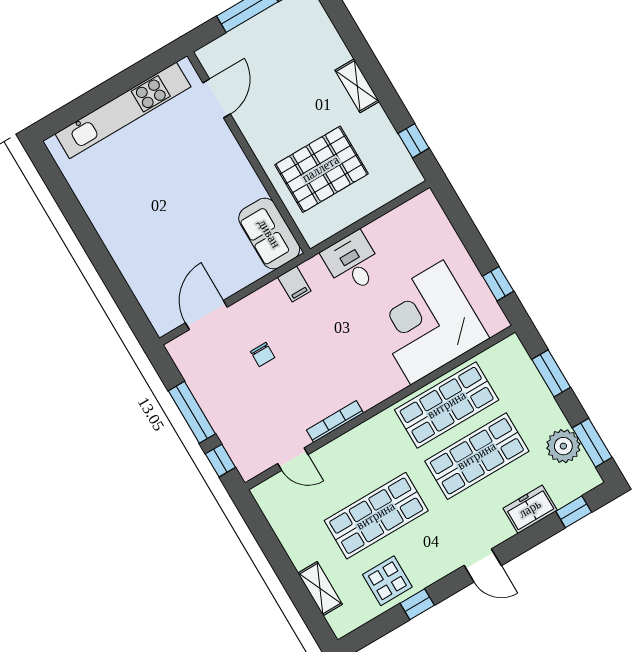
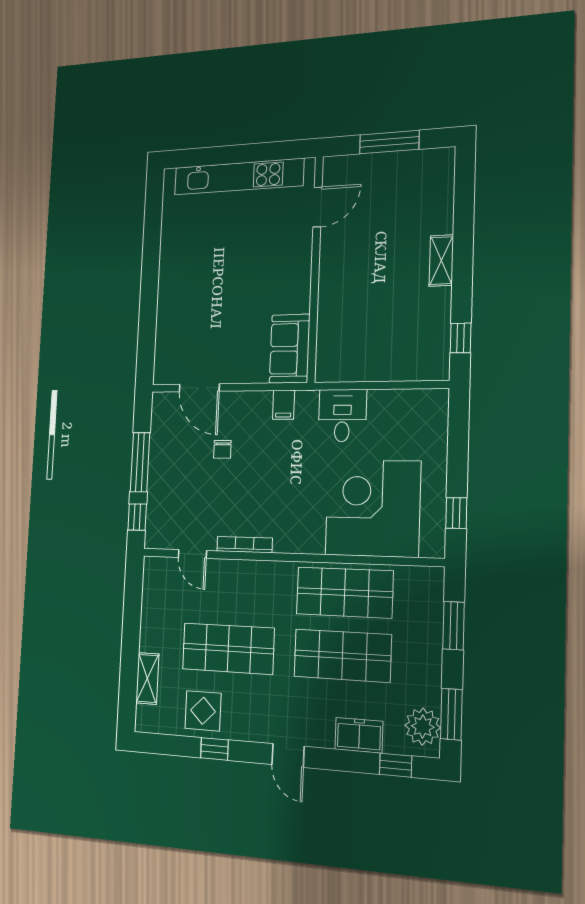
pallet: (321, 169) -> (366, 318), removed
door: (206, 315) -> (199, 388), swing flipped
plant: (563, 446) -> (423, 727), moved

